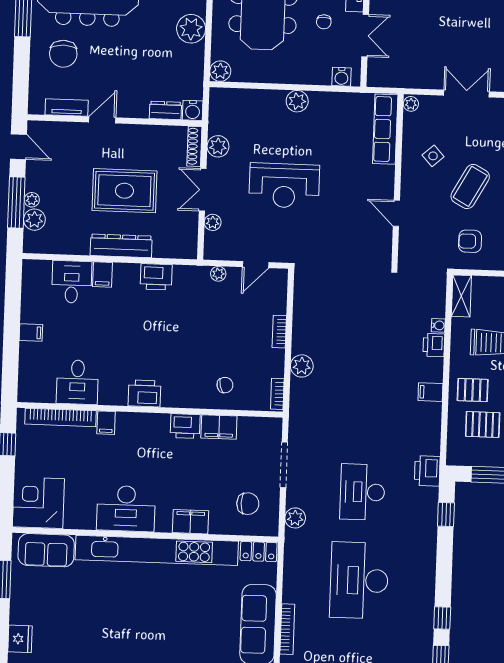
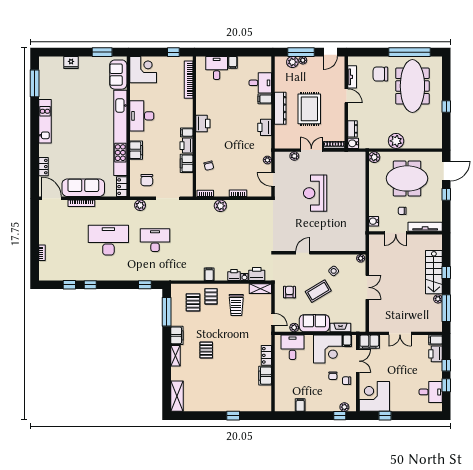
plant: (297, 101) -> (360, 198), removed
row of seats: (385, 129) -> (347, 245), removed
plant: (218, 146) -> (335, 157), removed
coffee table: (470, 186) -> (318, 291), turned -60
desk: (77, 382) -> (217, 68), moved, turned 90
filing cabinet: (106, 423) -> (187, 132), moved
printer: (427, 471) -> (257, 274), moved

